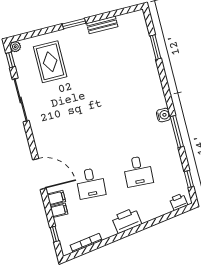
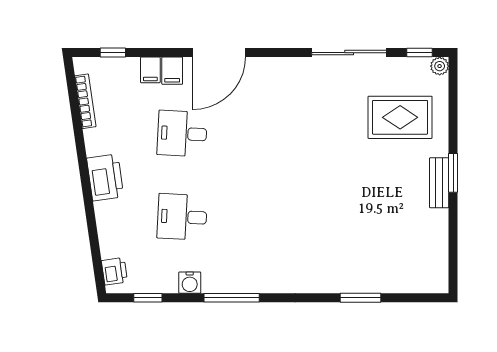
bench: (102, 25) -> (439, 183), moved
window: (155, 47) -> (360, 298), moved
water cooler: (163, 115) -> (190, 283), moved

